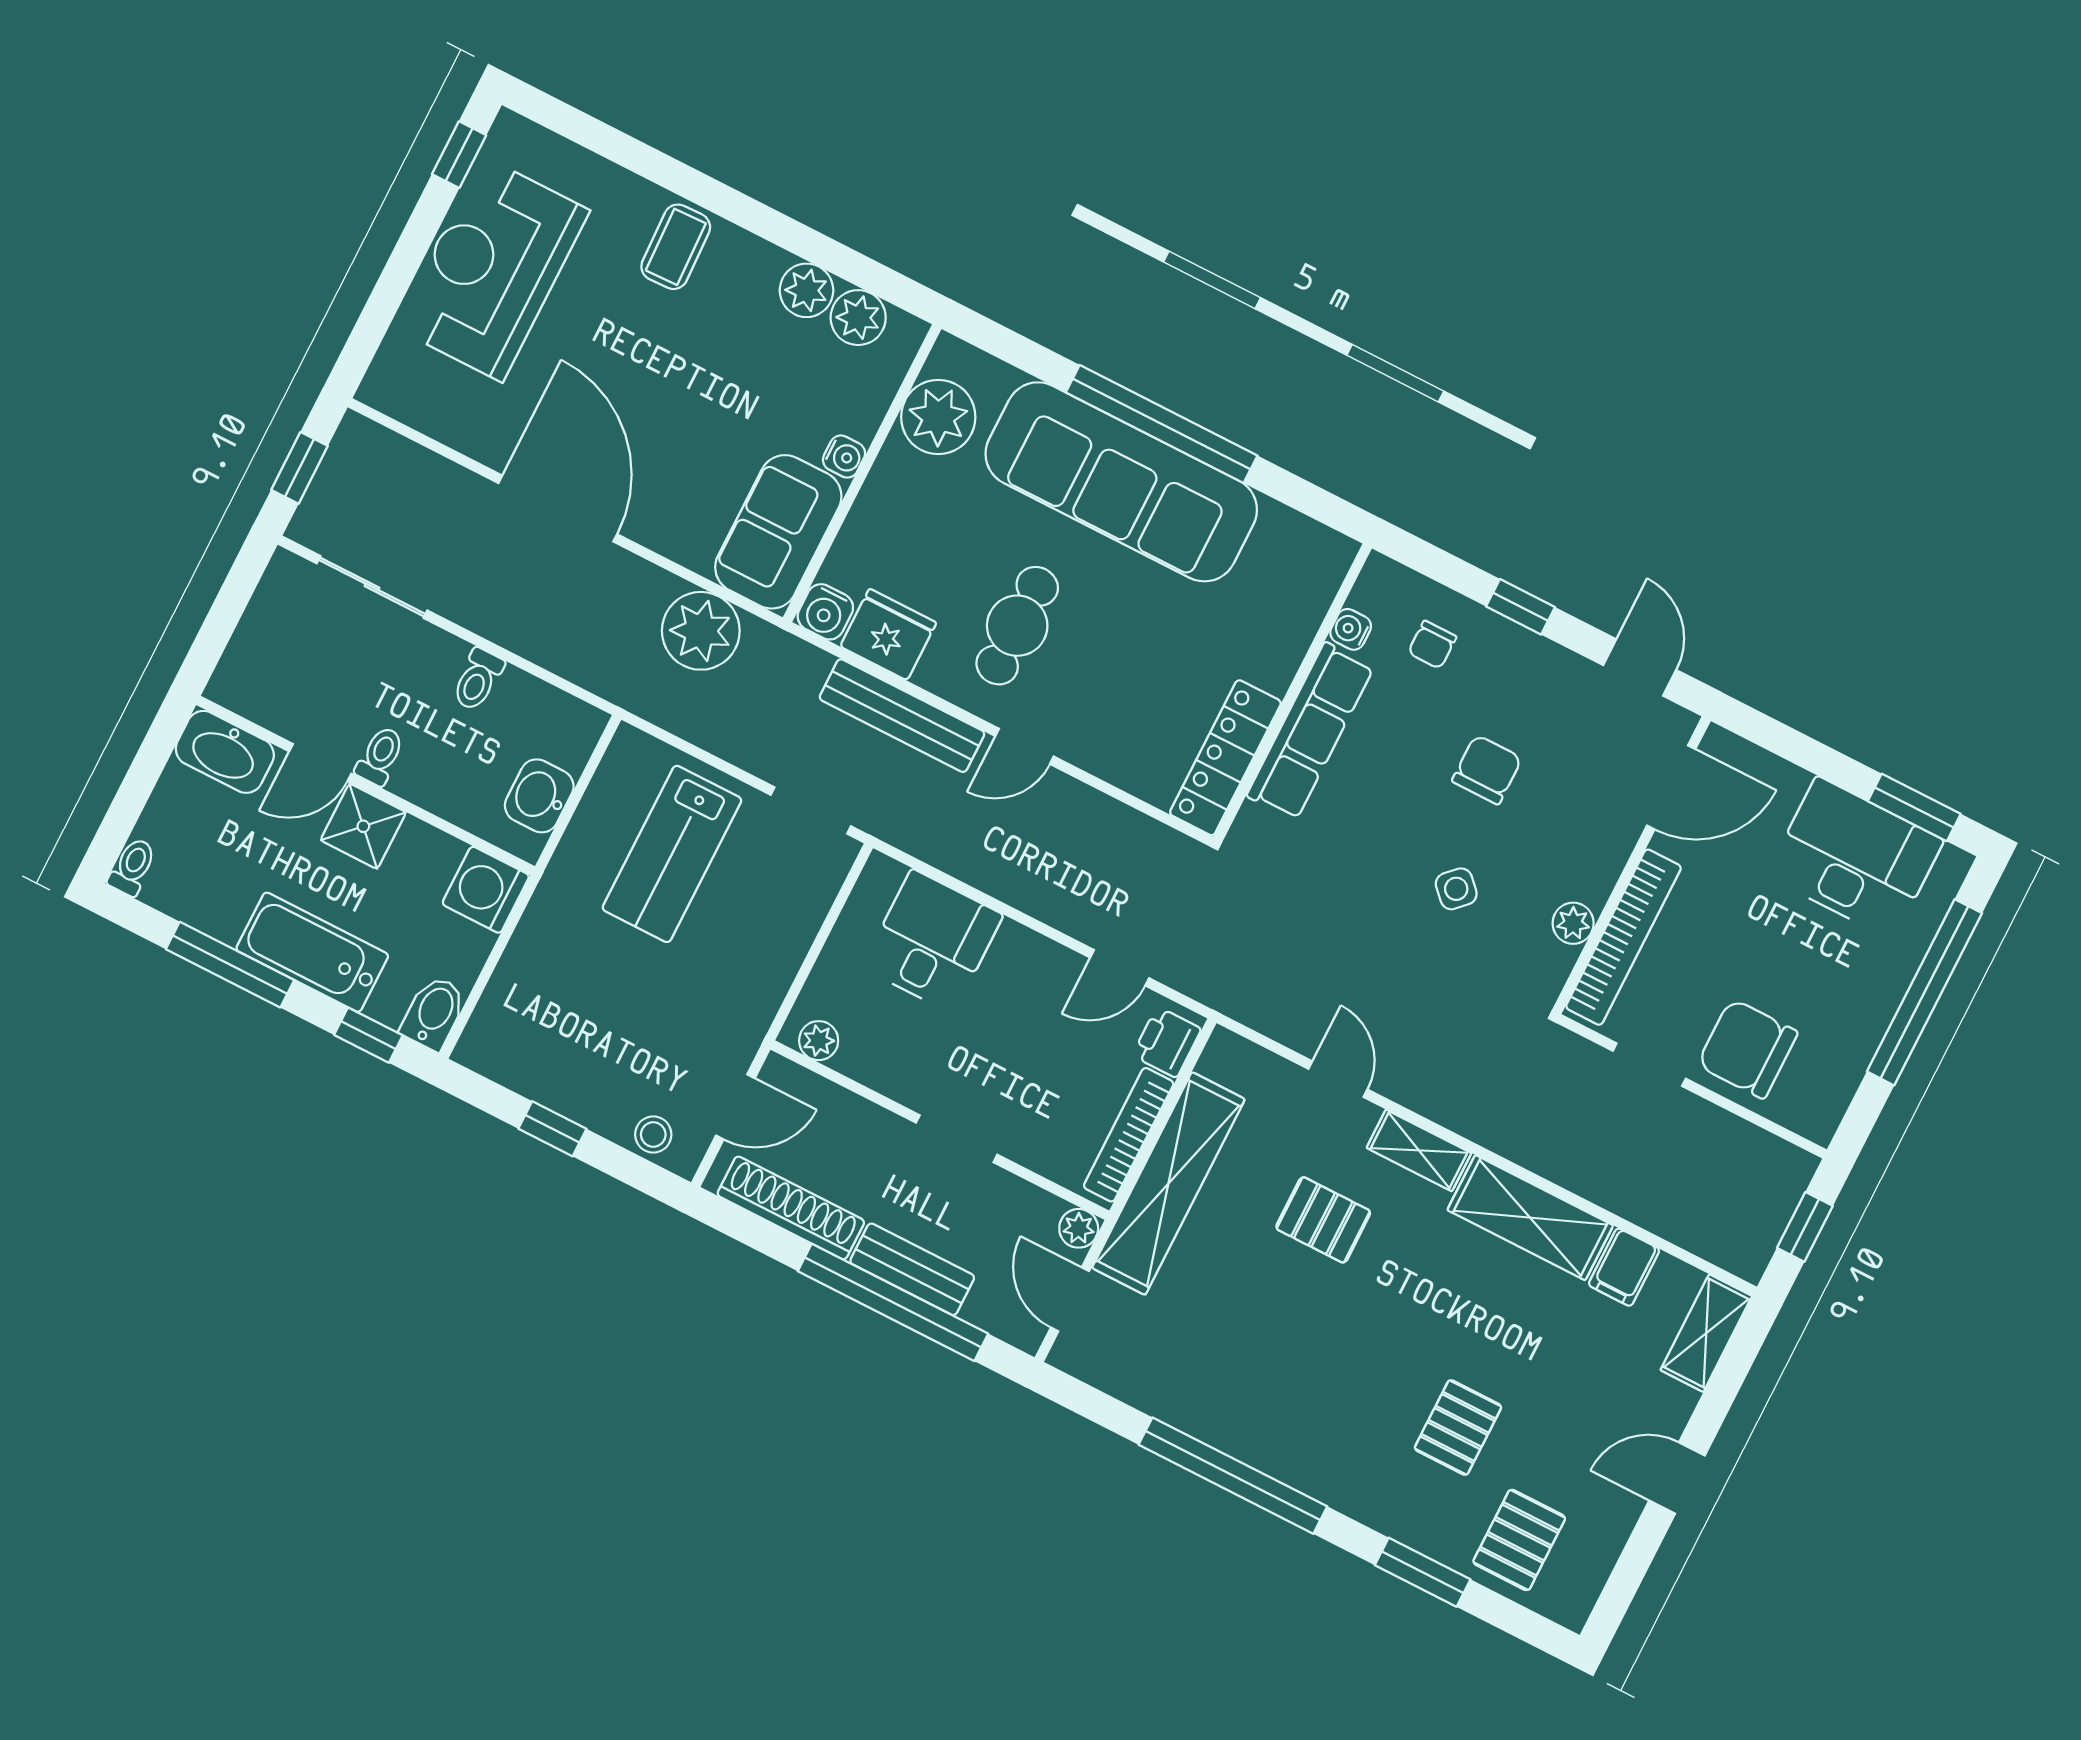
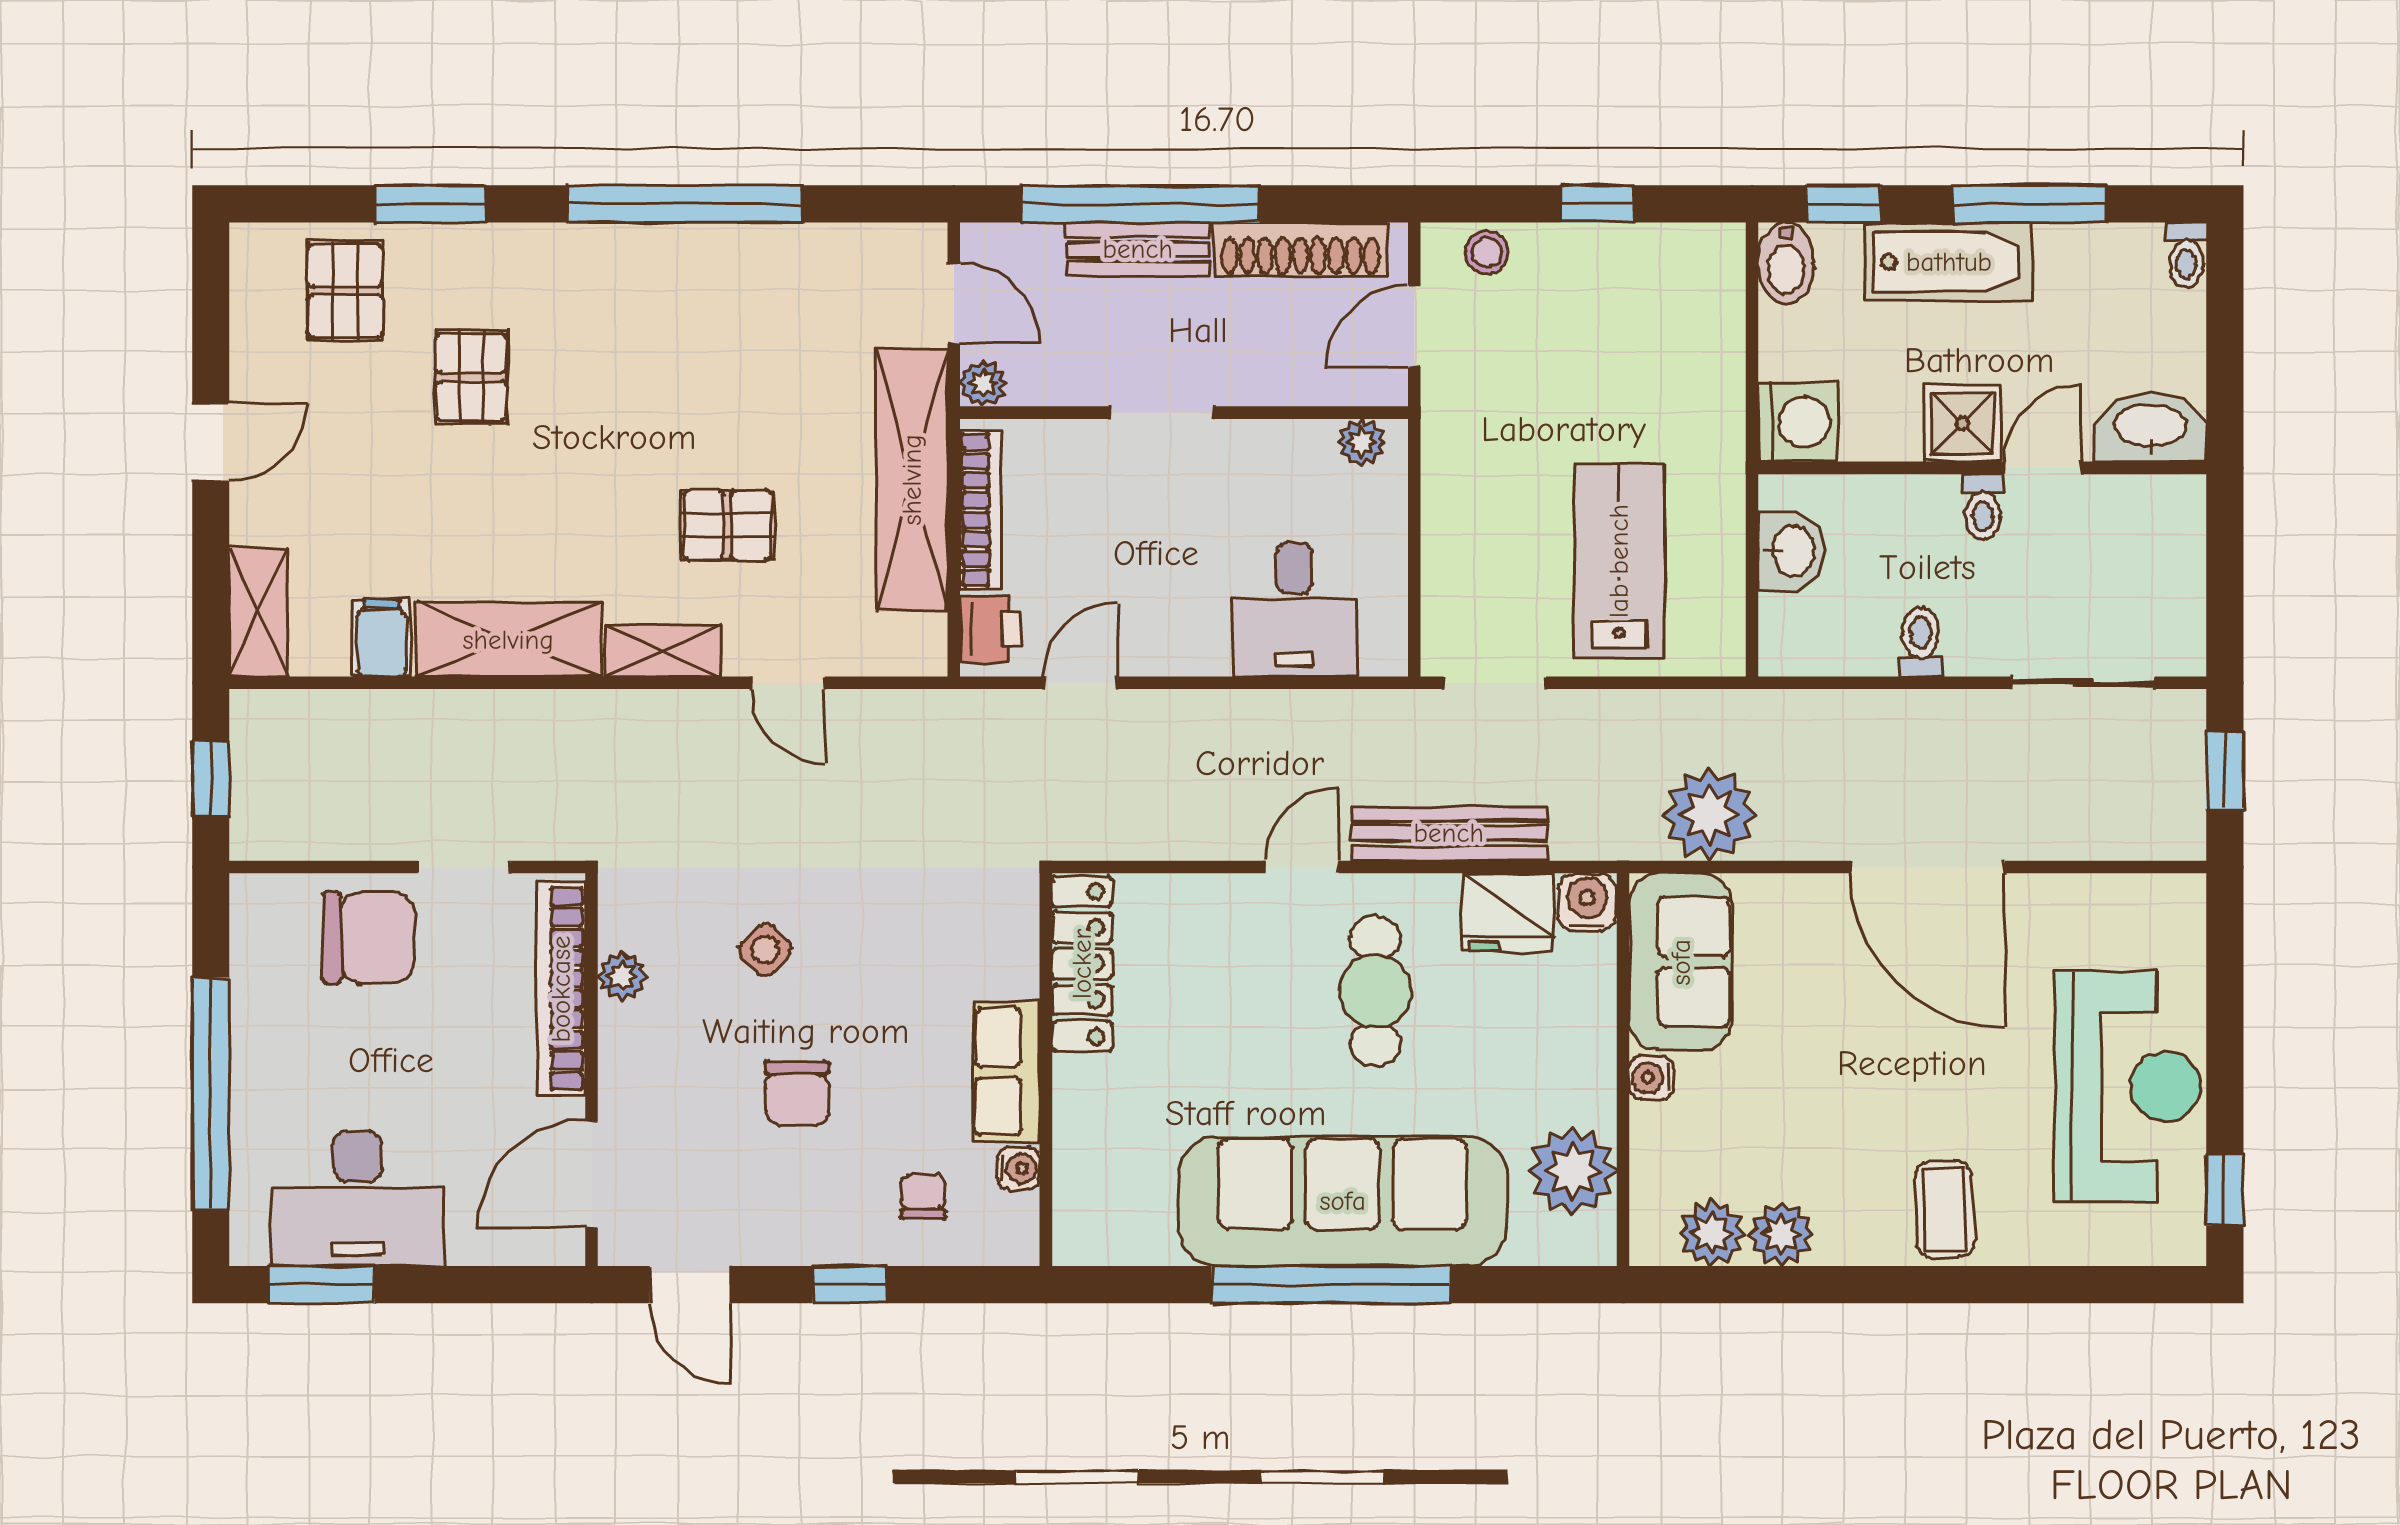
row of seats: (1310, 731) -> (1006, 1072), width x0.68

